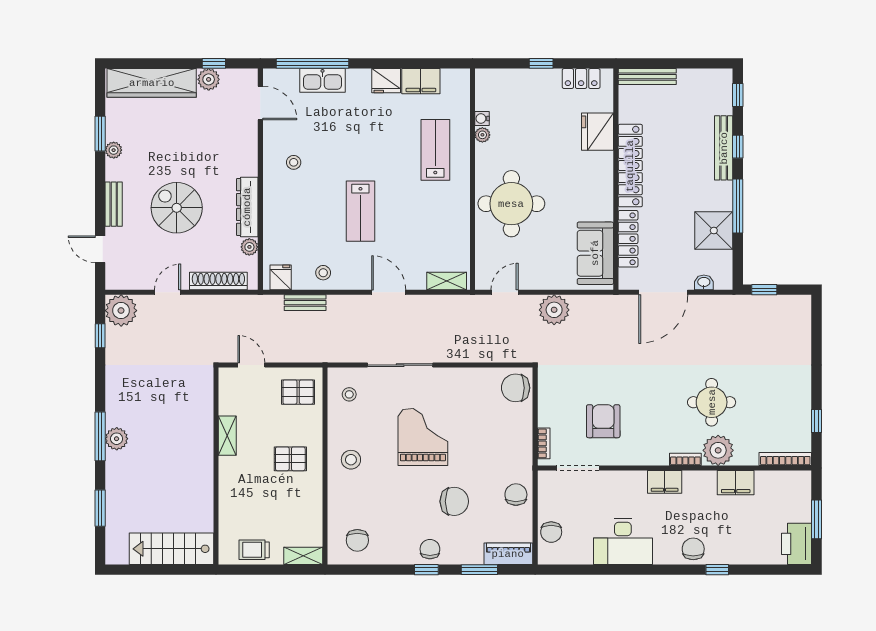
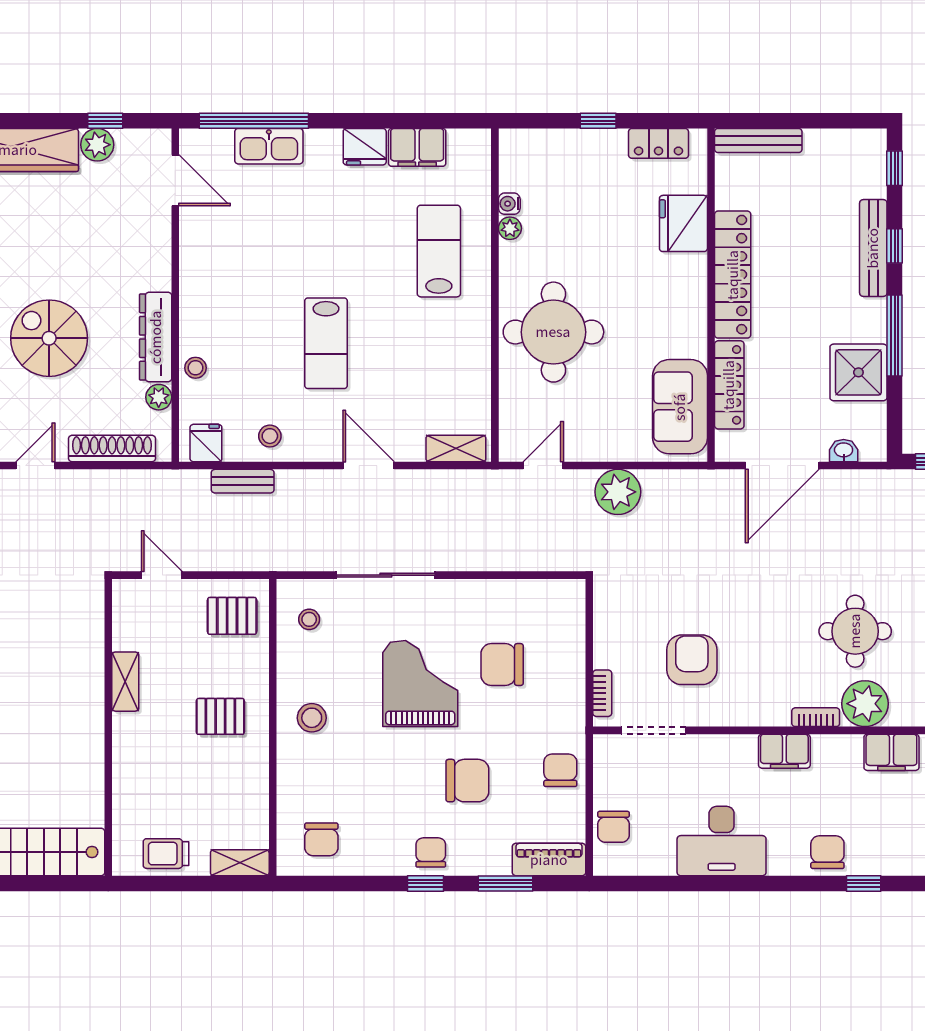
stool: (294, 162) -> (196, 368), moved
chair: (516, 388) -> (502, 665), moved

